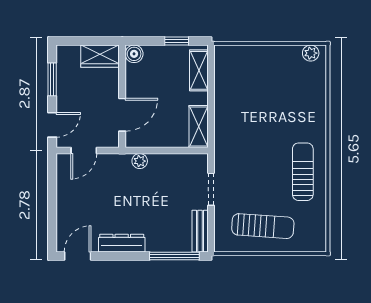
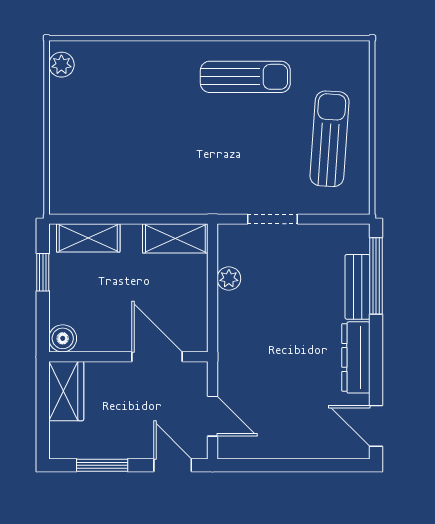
plant: (140, 161) -> (229, 279), moved
sun lounger: (303, 172) -> (245, 77), turned 180
bench: (200, 231) -> (357, 287), moved, turned 90

